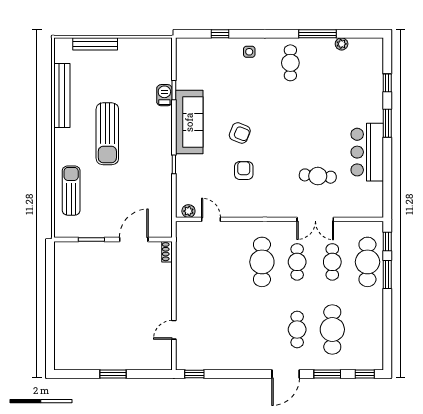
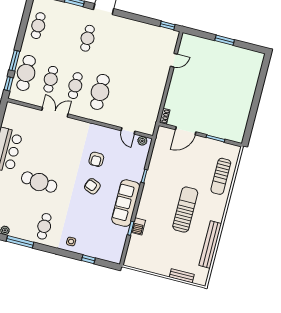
bench: (95, 44) -> (182, 276), width x0.73
cafe table: (318, 176) -> (39, 182), moved, width x1.37, depth x1.35
cafe table: (332, 329) -> (38, 26), moved, width x0.73, depth x0.74

